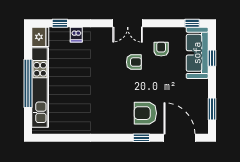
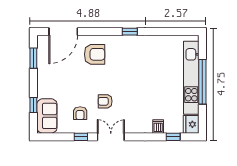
window: (192, 23) -> (81, 137), moved
sofa: (197, 53) -> (47, 116), width x0.73
window: (141, 138) -> (130, 32), moved
door: (179, 138) -> (63, 32), hinge flipped

